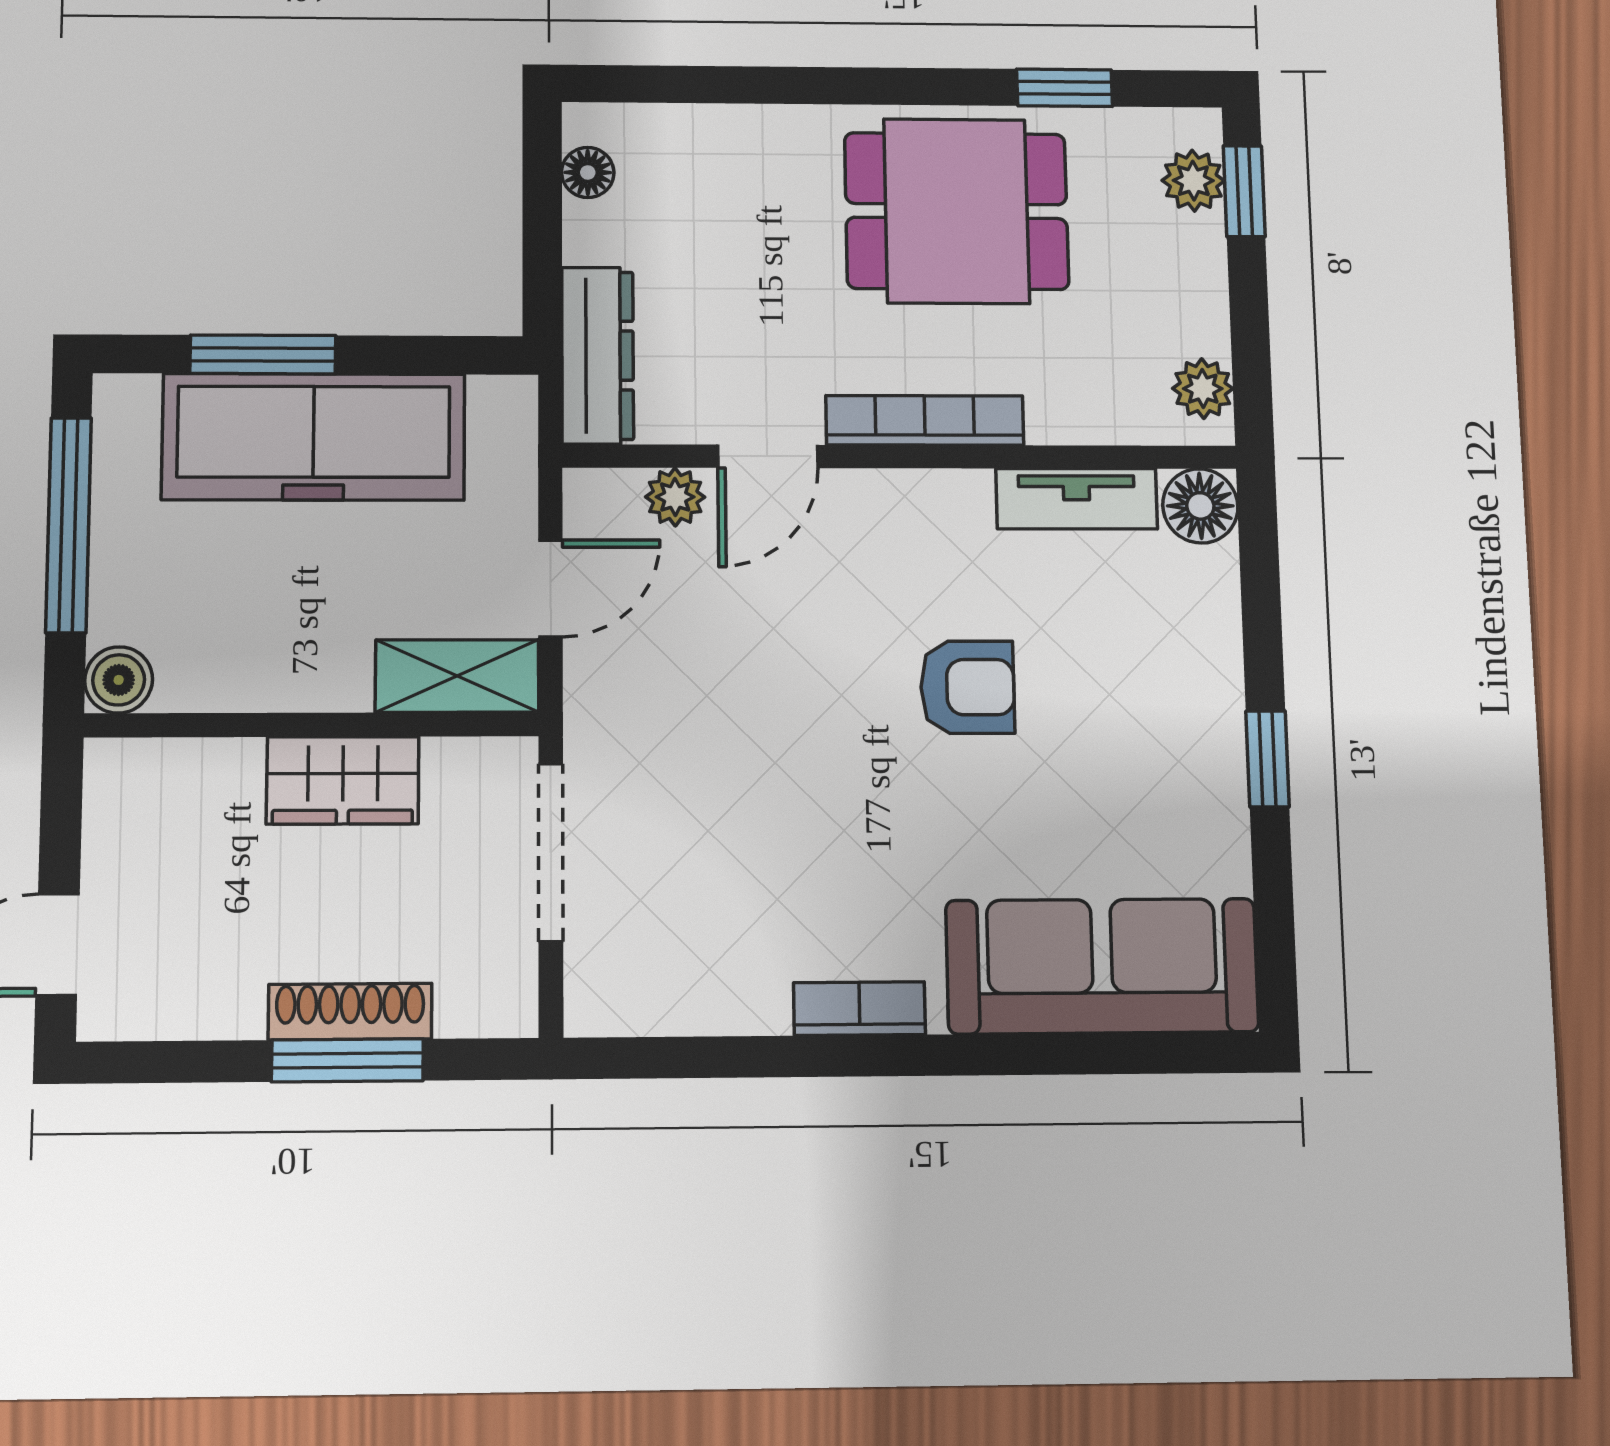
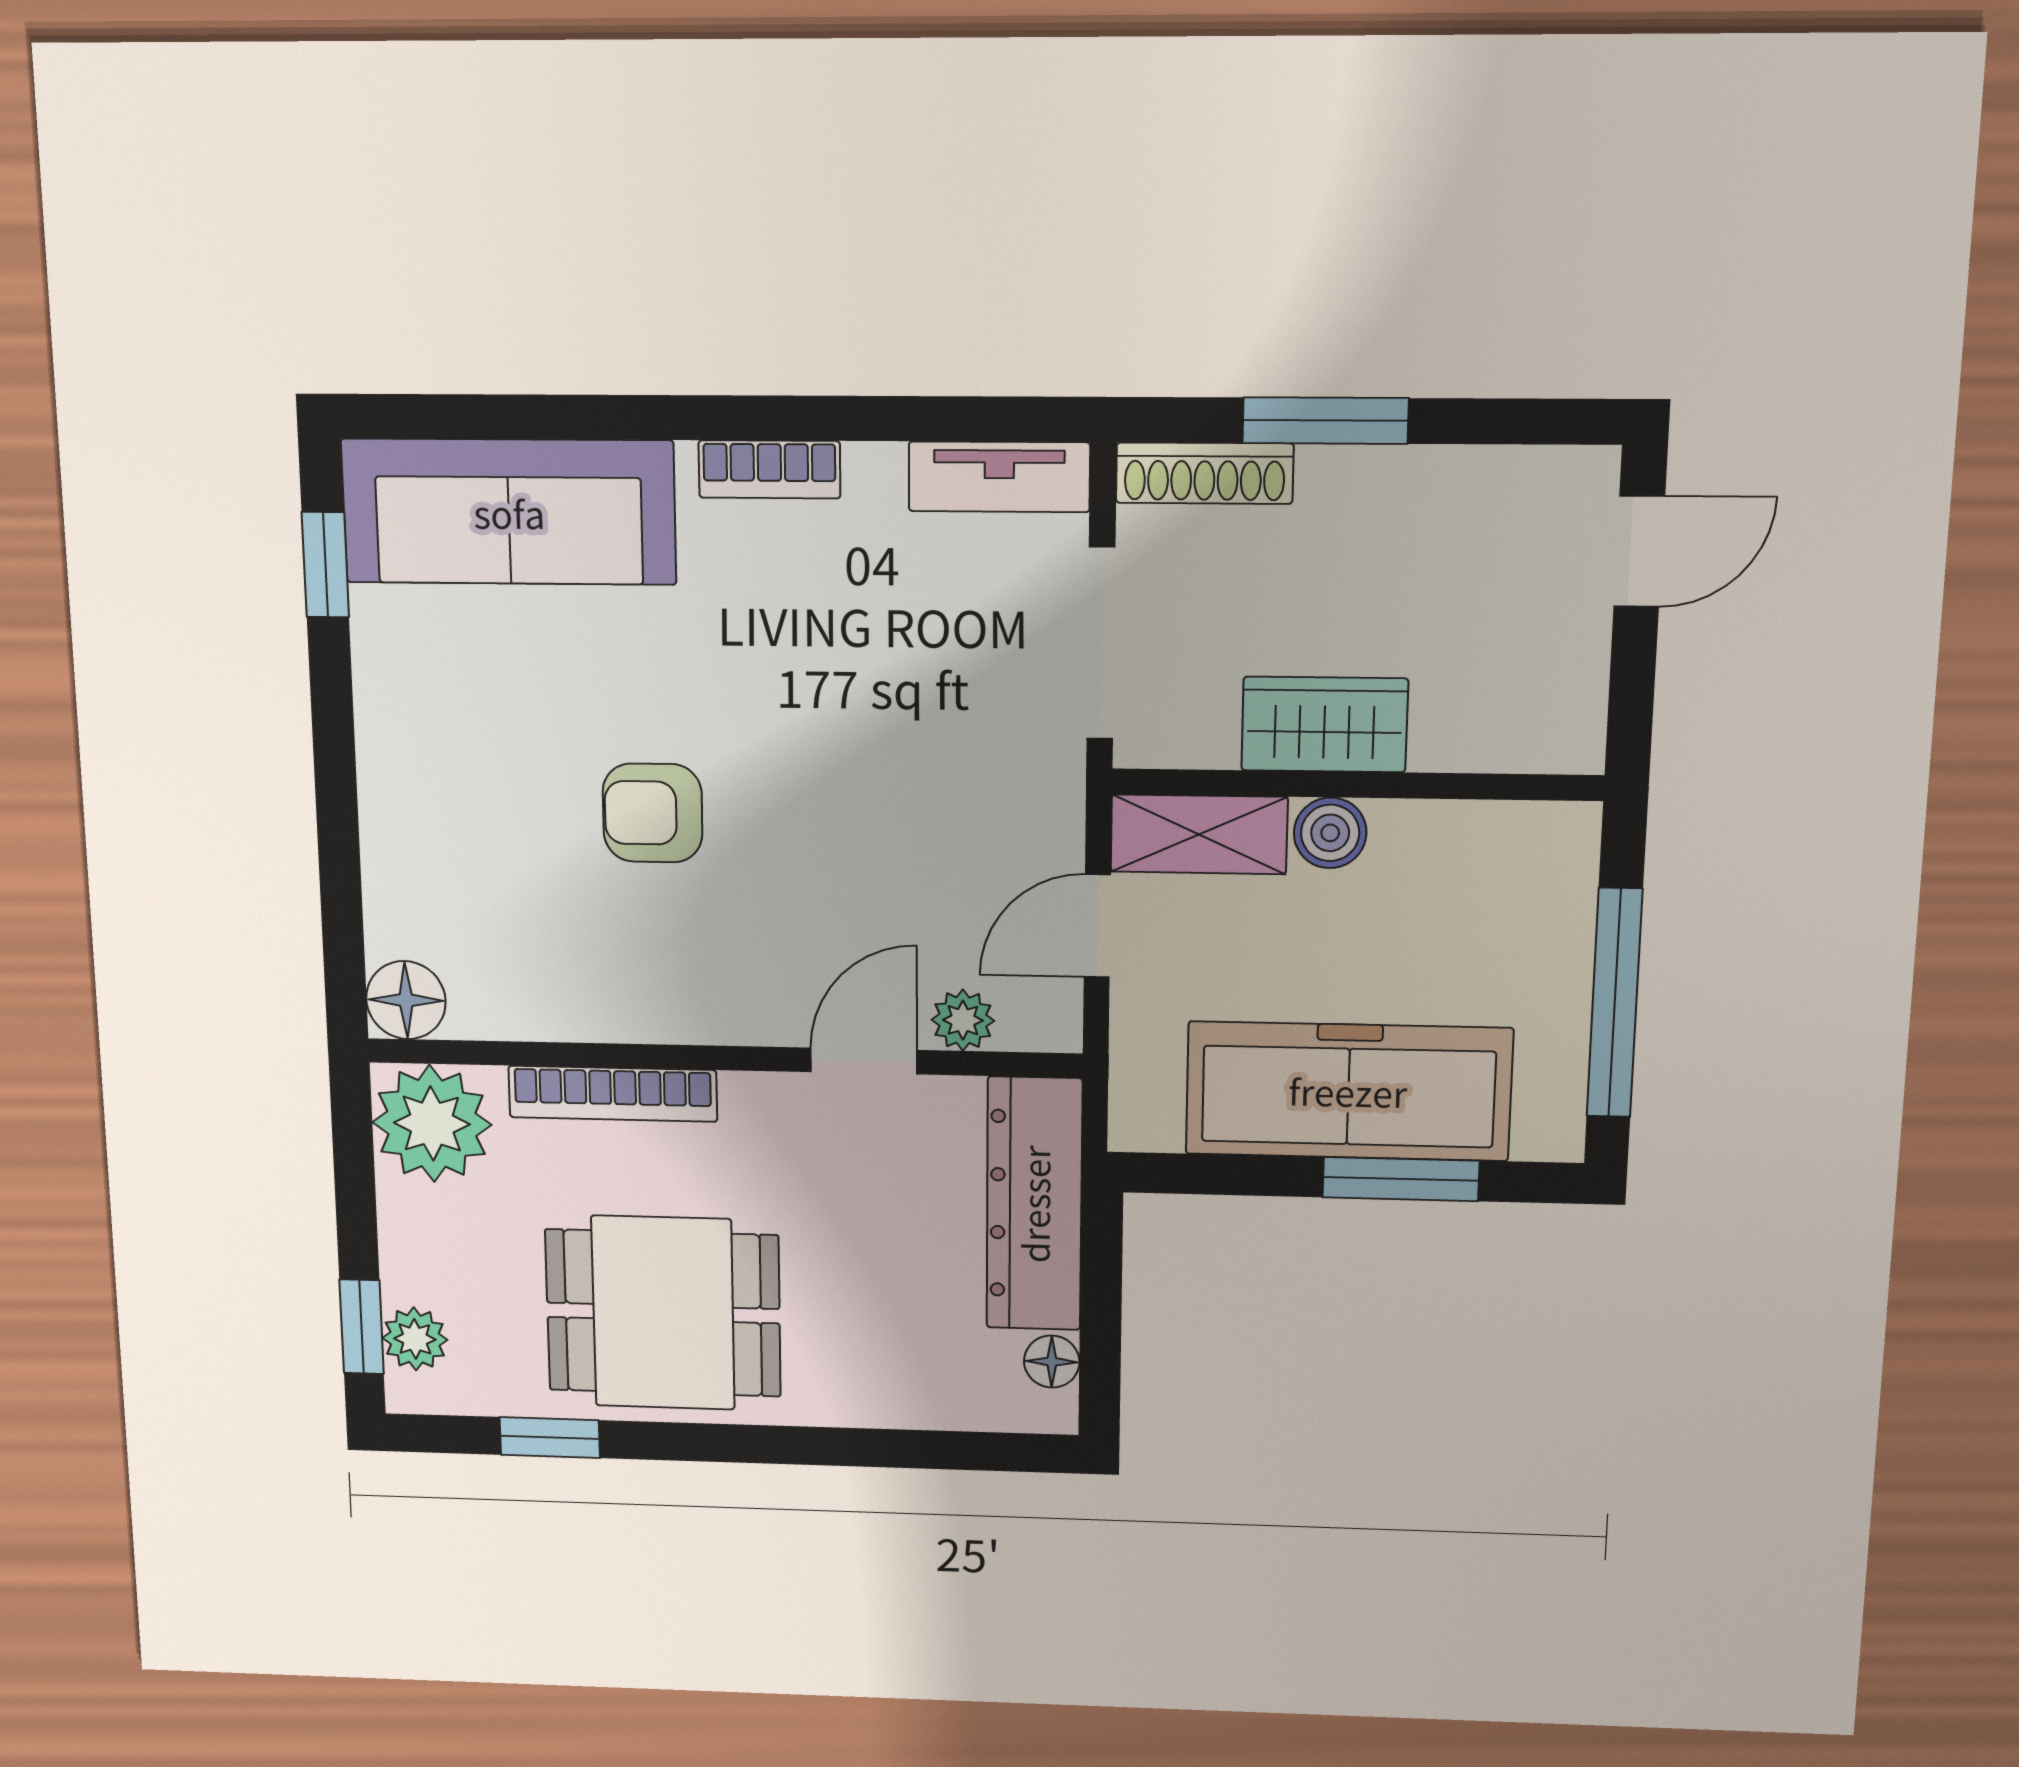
dresser: (598, 355) -> (1034, 1204), width x1.37, depth x1.24
plant: (1203, 389) -> (432, 1124), width x1.88, depth x1.88
bookcase: (925, 420) -> (613, 1094), moved
tv unit: (1077, 499) -> (999, 477), moved, turned 180
boiler: (119, 680) -> (1330, 833), moved
window: (1268, 759) -> (325, 565), moved
shoe rack: (350, 1012) -> (1205, 473), moved

